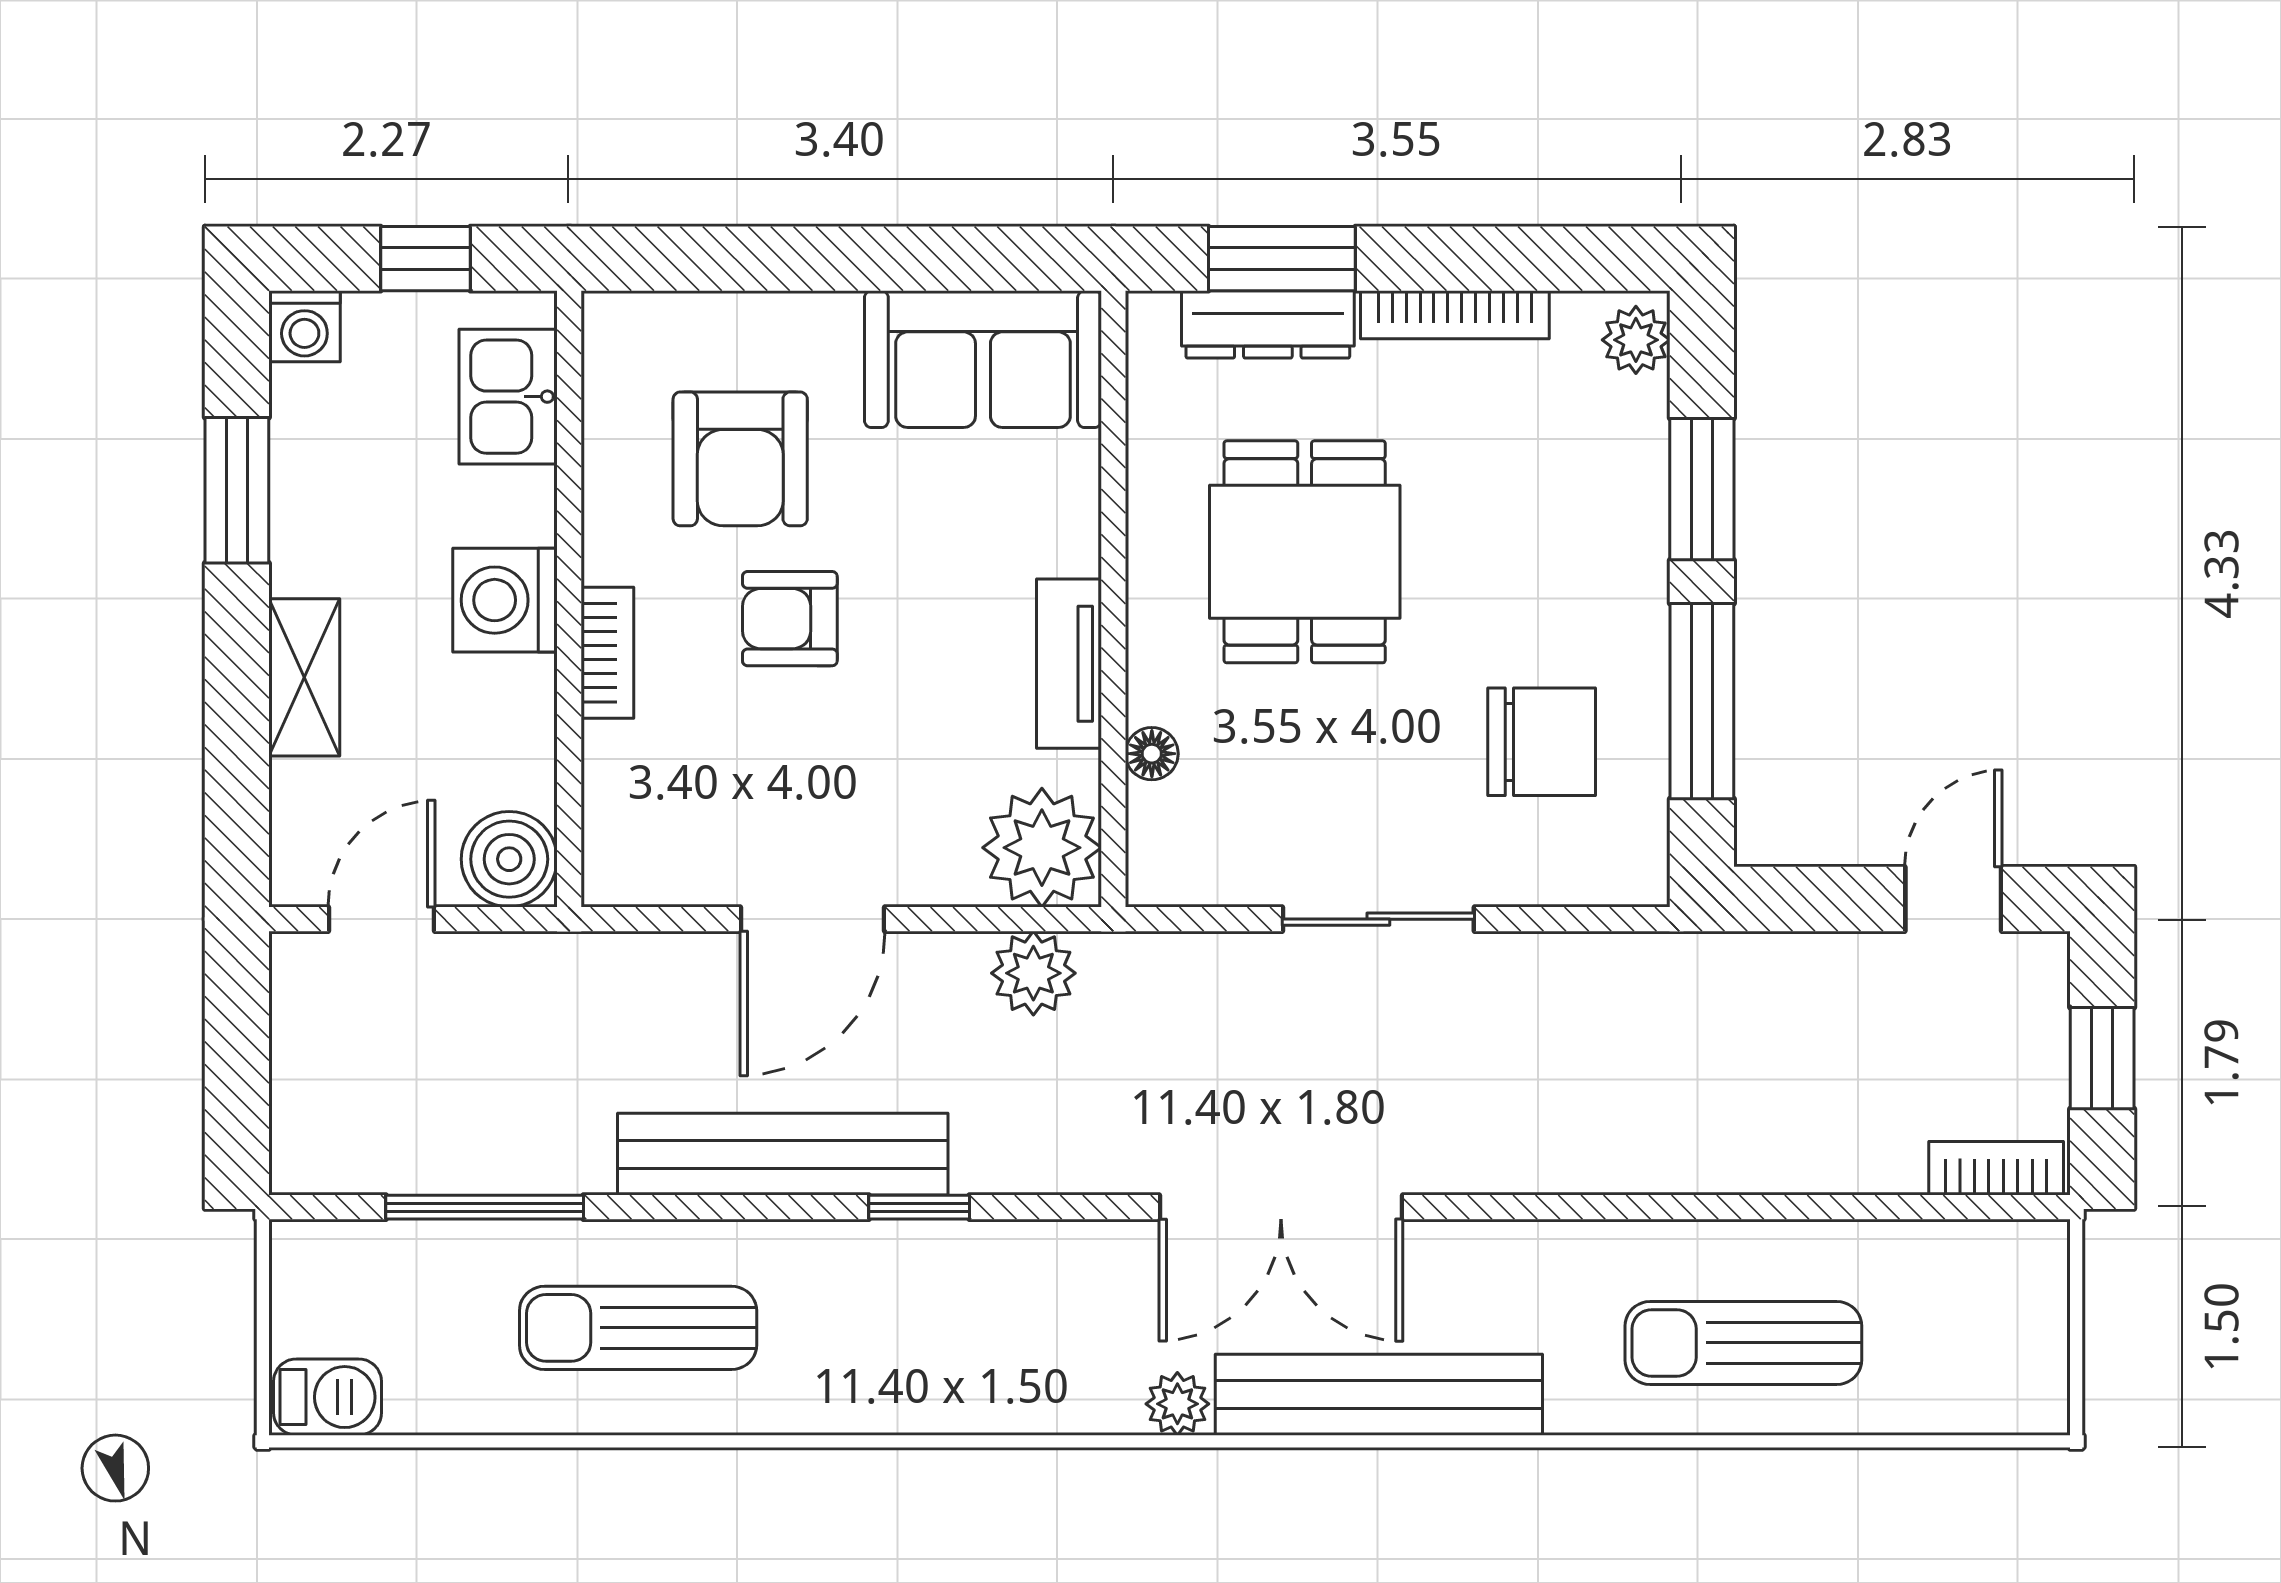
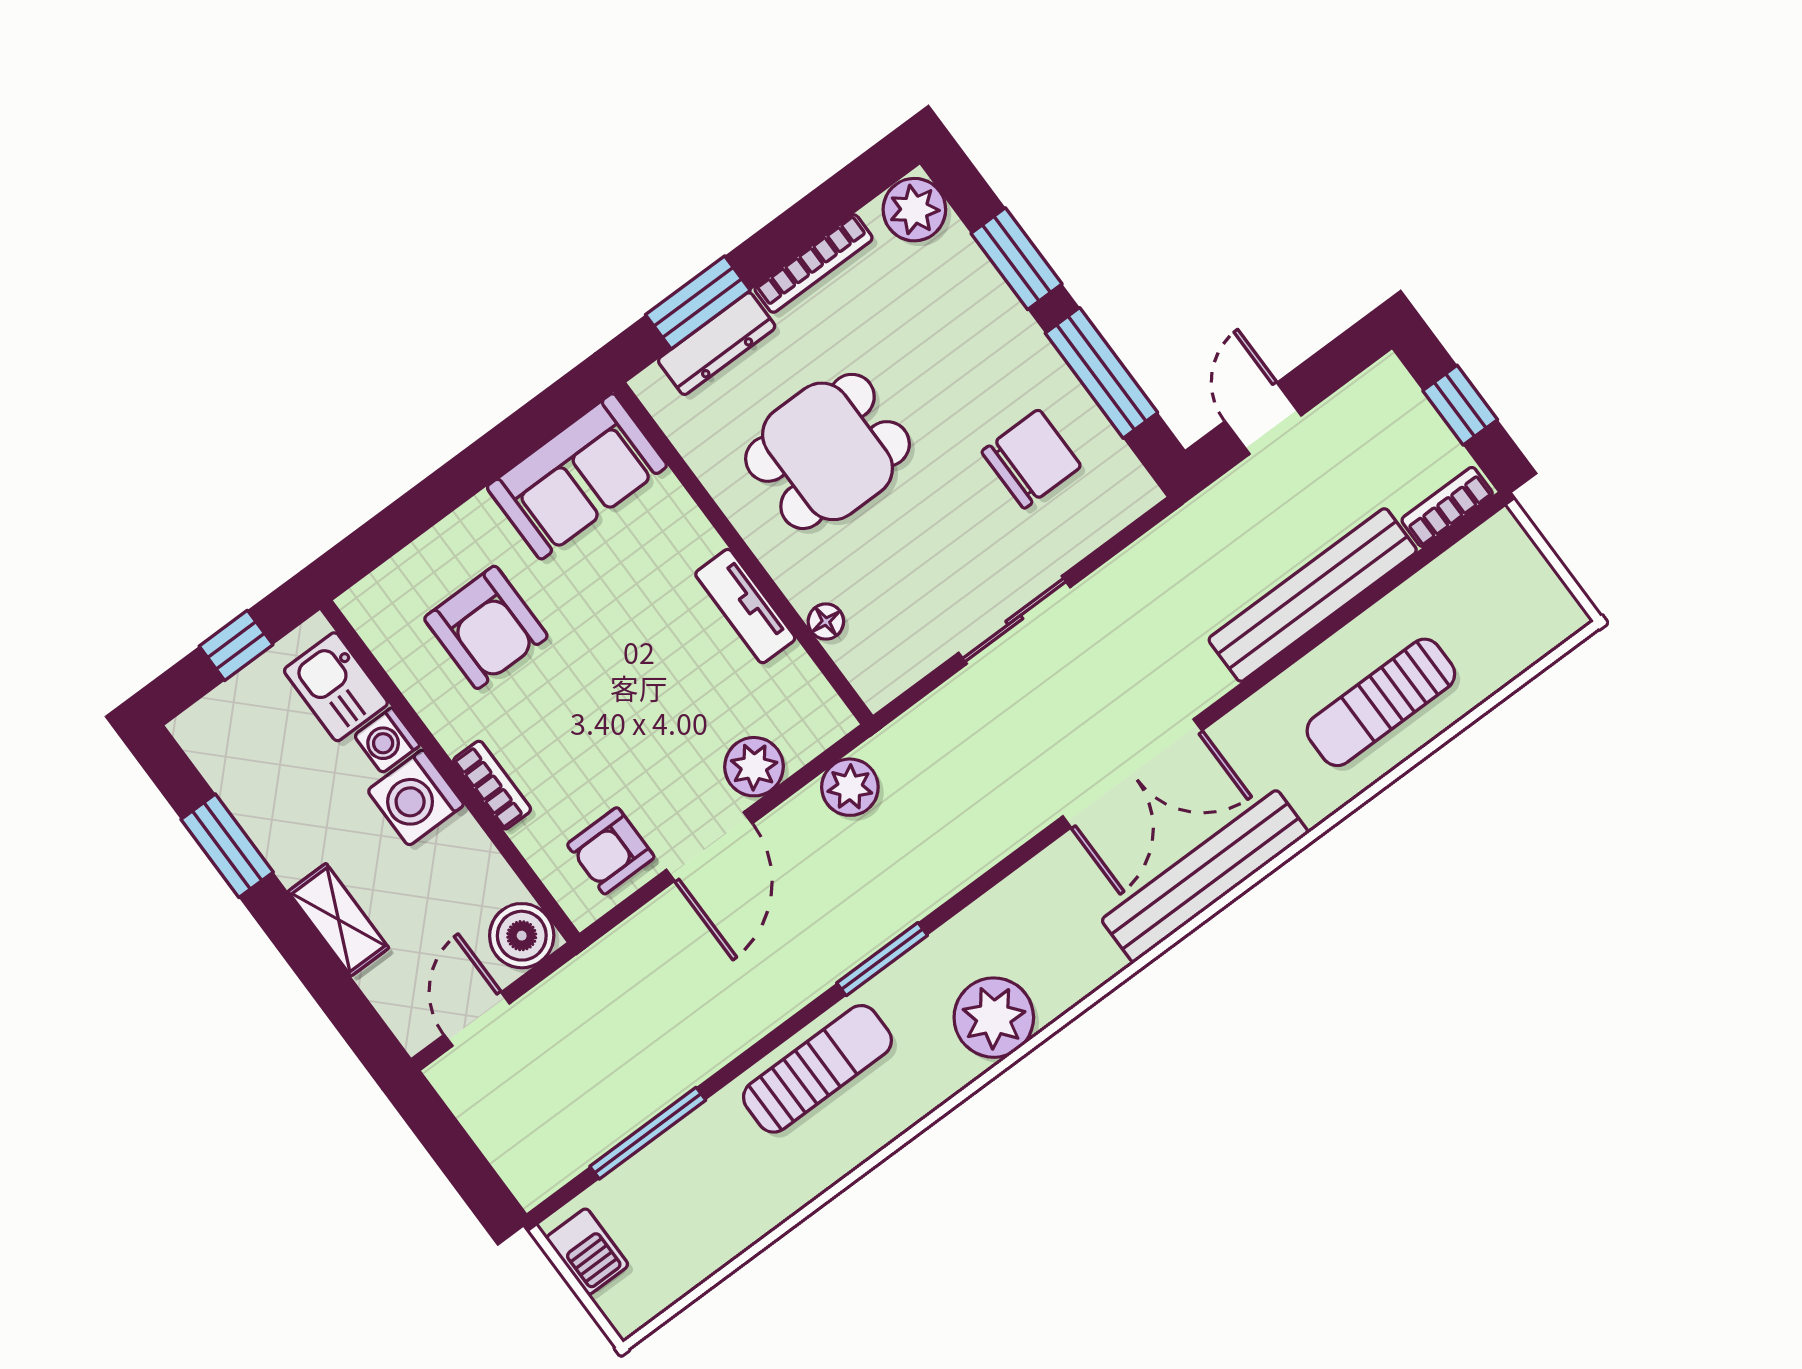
washing machine: (304, 326) -> (387, 740), moved, turned 90
plant: (1636, 340) -> (914, 210), width x1.38, depth x1.38
dining table: (1305, 552) -> (828, 451), turned 90
armchair: (790, 619) -> (611, 851), moved
plant: (1042, 848) -> (754, 767), moved, width x0.73, depth x0.73
door: (1953, 899) -> (1263, 418), moved
bench: (783, 1154) -> (1313, 595), moved
window: (919, 1207) -> (882, 959), width x1.50
double door: (1281, 1207) -> (1132, 773), moved
sun lounger: (638, 1328) -> (817, 1069), moved, turned 180
barbecue: (327, 1397) -> (587, 1251), moved, turned 90
plant: (1177, 1404) -> (994, 1018), moved, width x1.87, depth x1.87

